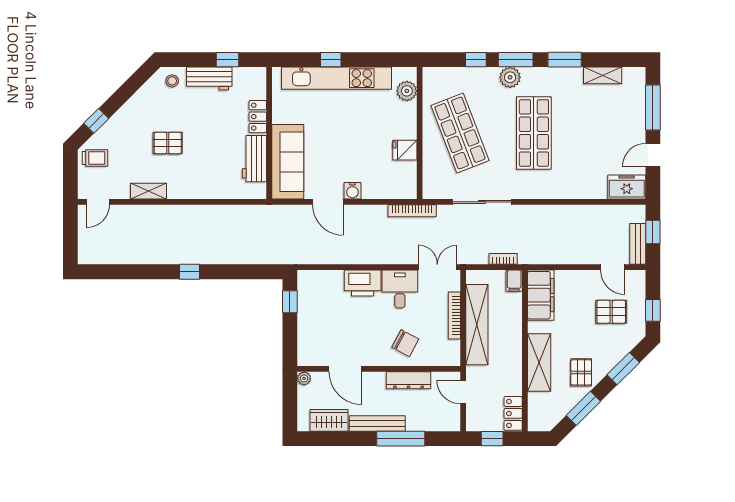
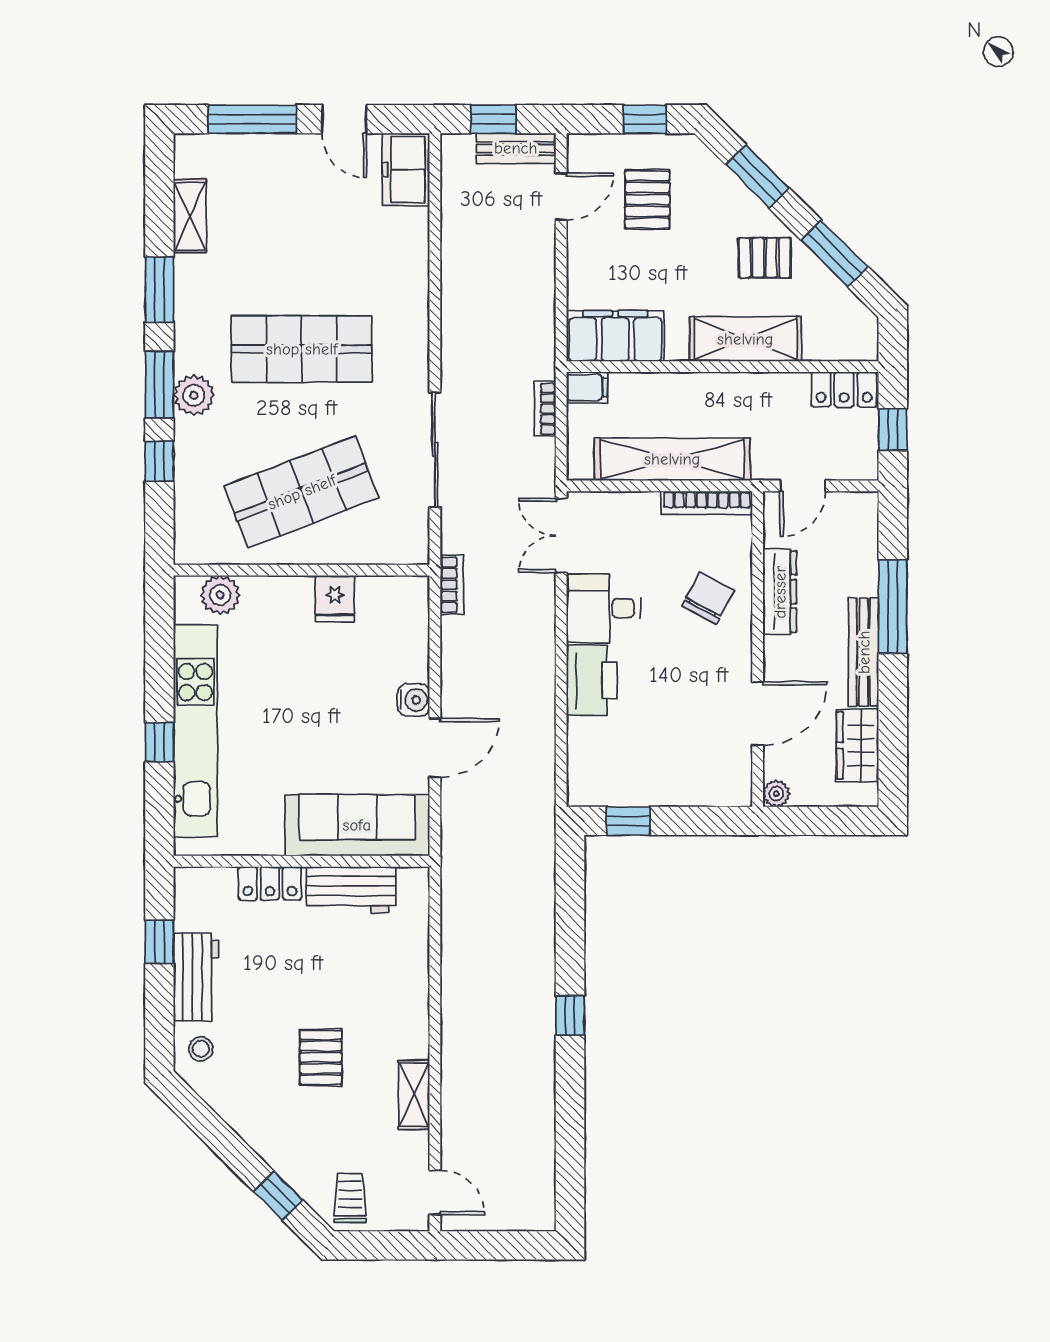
bookcase: (412, 211) -> (452, 585), width x0.64
bookcase: (454, 316) -> (707, 503), moved

